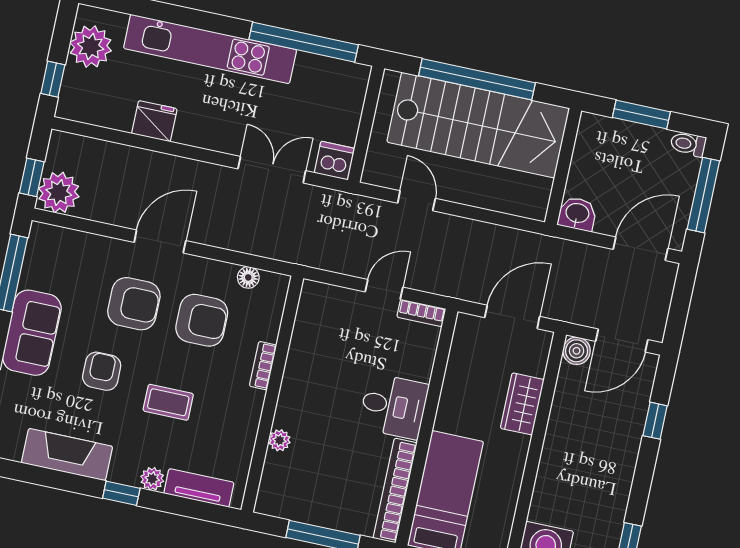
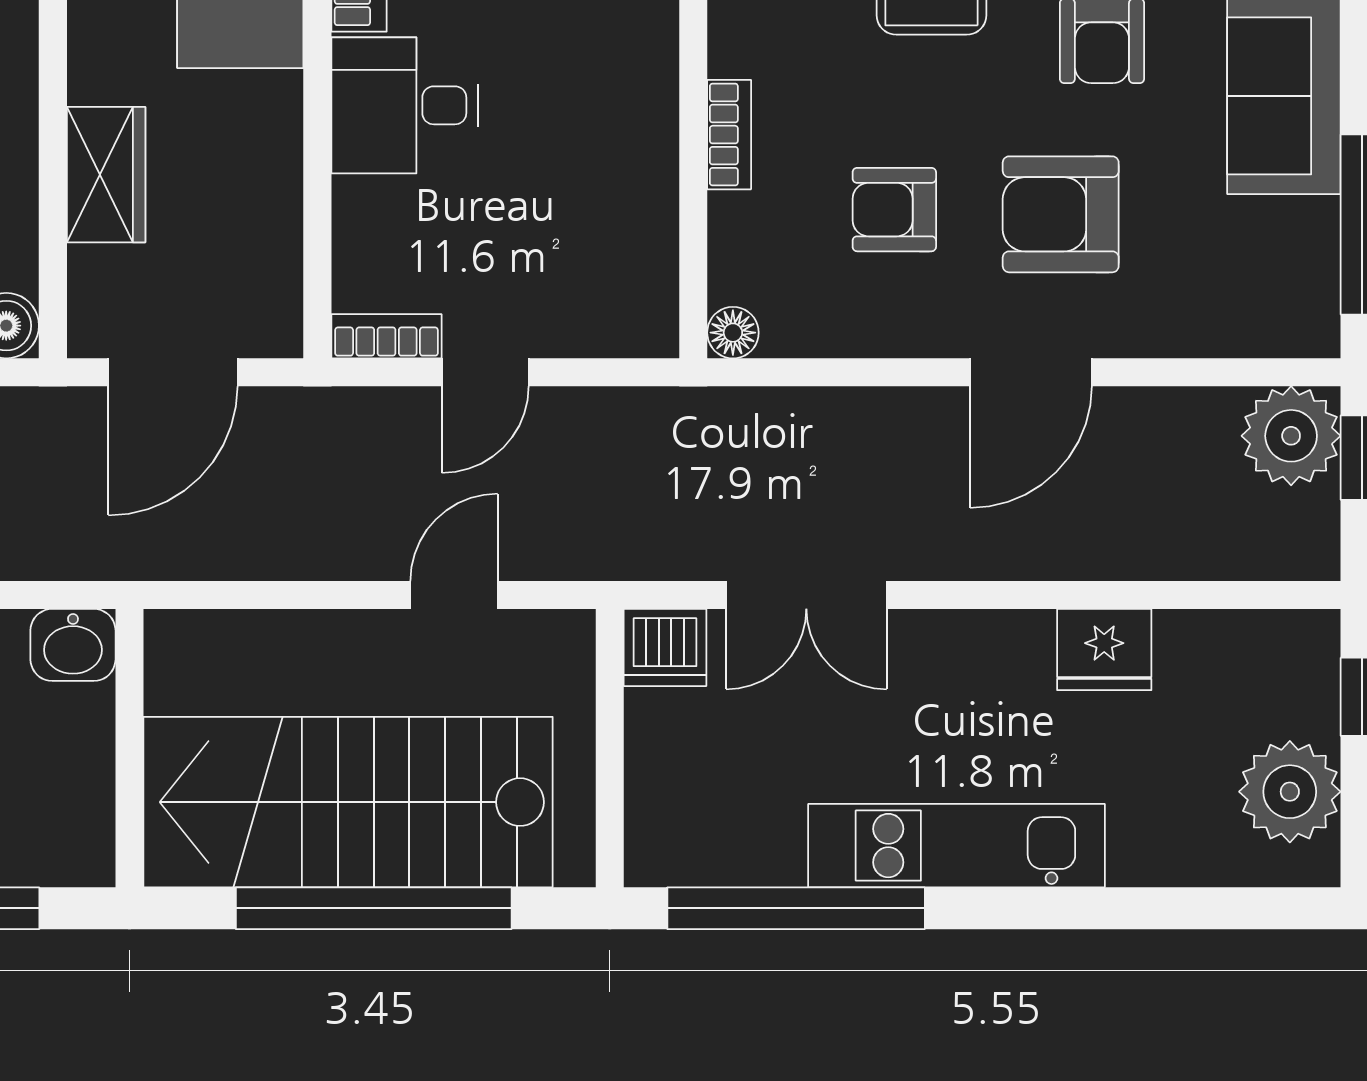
kitchen unit: (210, 49) -> (957, 846), width x0.73
door: (416, 201) -> (454, 595), swing flipped
floor lamp: (248, 277) -> (733, 333), moved
armchair: (202, 320) -> (894, 210), width x0.72, depth x0.72

